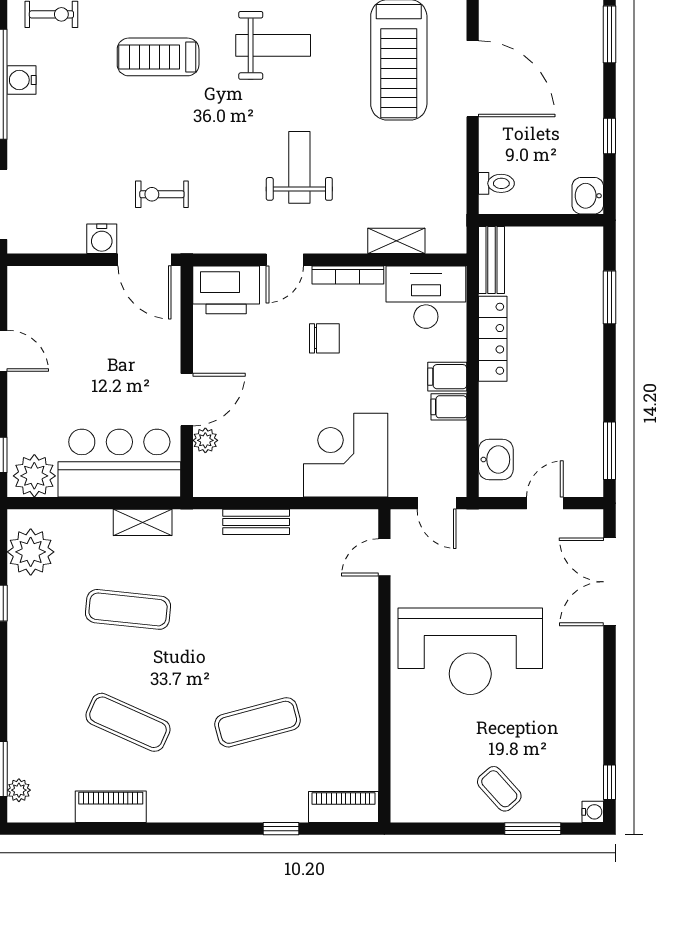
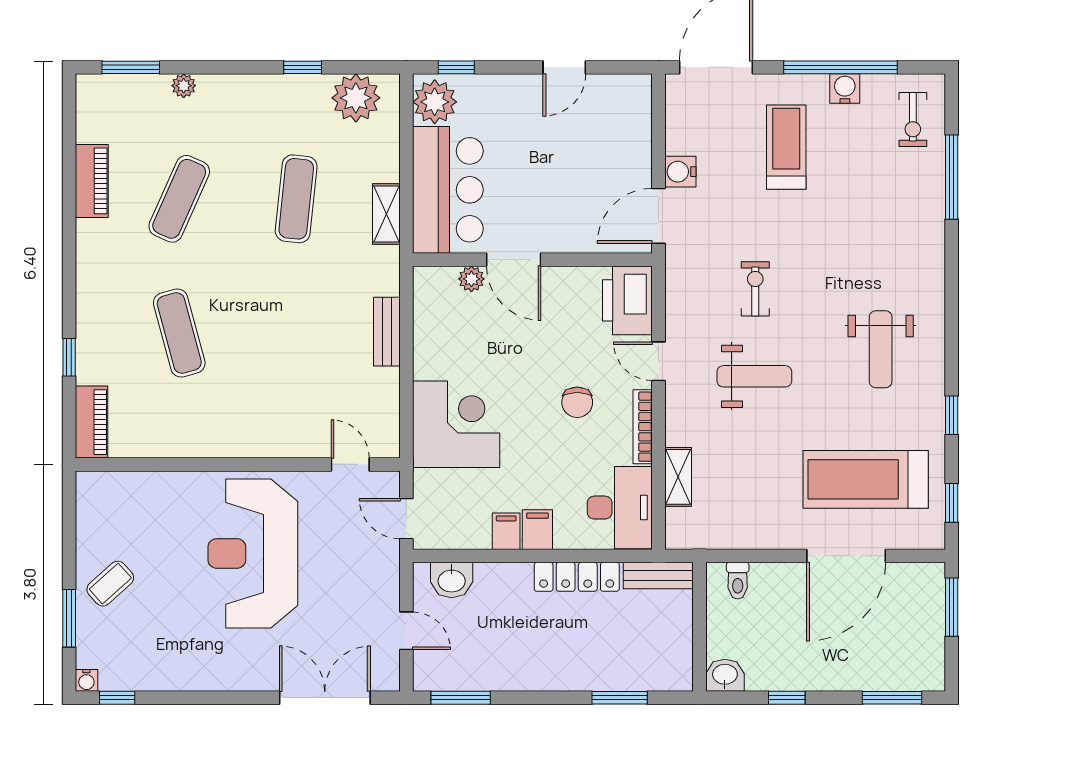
treadmill: (158, 57) -> (786, 147), moved
exercise bike: (162, 194) -> (755, 289), moved
door: (437, 503) -> (406, 519), hinge flipped
plant: (19, 790) -> (184, 86), moved

